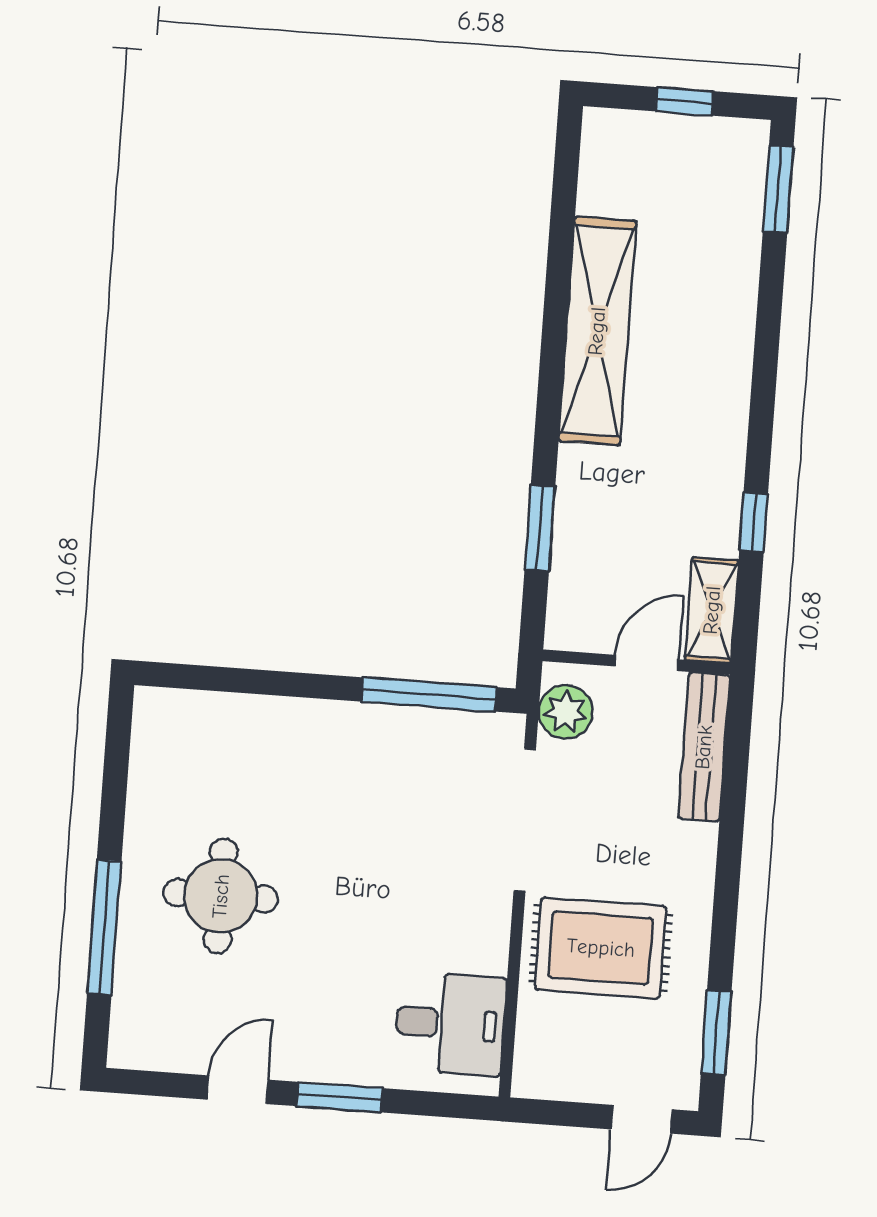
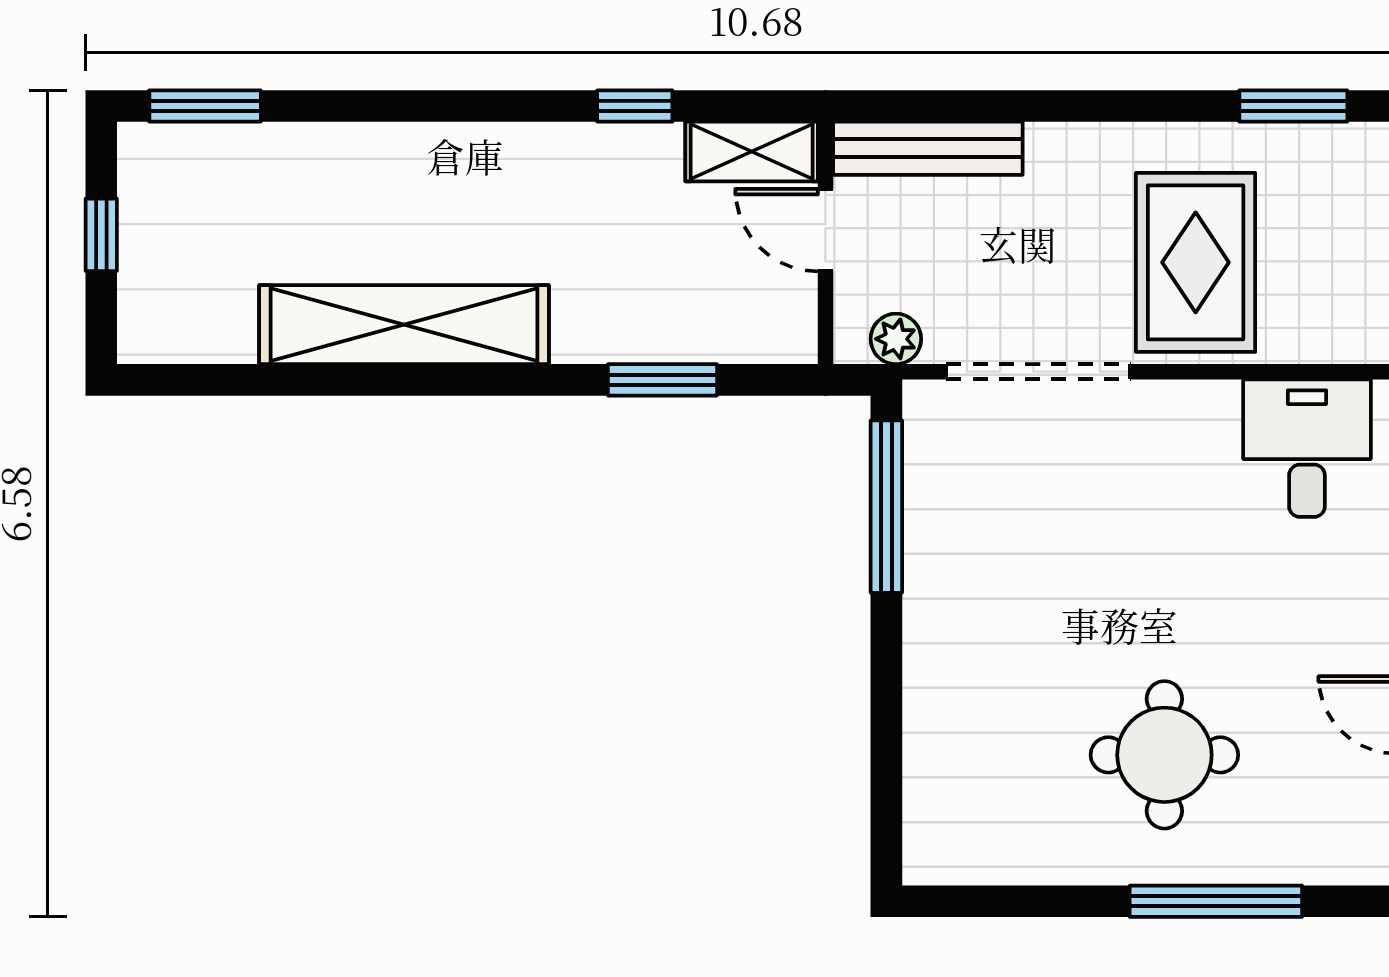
plant: (566, 712) -> (896, 339), width x0.73, depth x0.73

